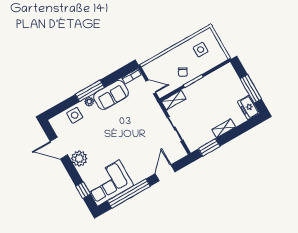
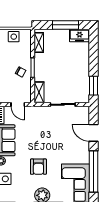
side table: (201, 50) -> (14, 37), moved
door: (151, 87) -> (18, 104), swing flipped
shelving: (224, 128) -> (39, 42), moved
armchair: (104, 140) -> (38, 167), added

